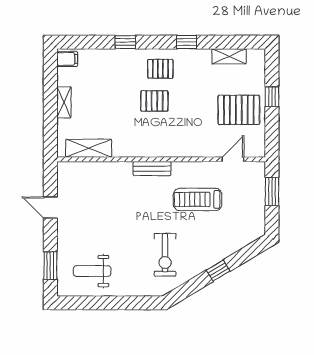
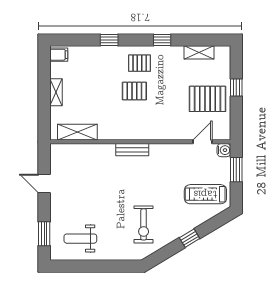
water cooler: (258, 169) -> (224, 150), added
treadmill: (198, 199) -> (205, 194), moved

